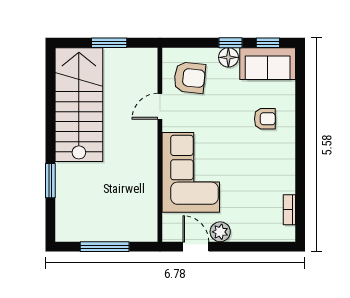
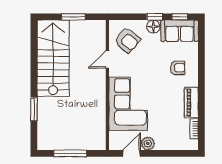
armchair: (190, 78) -> (127, 40), turned 34
piano: (285, 171) -> (191, 102), added
door: (196, 247) -> (131, 153), hinge flipped

